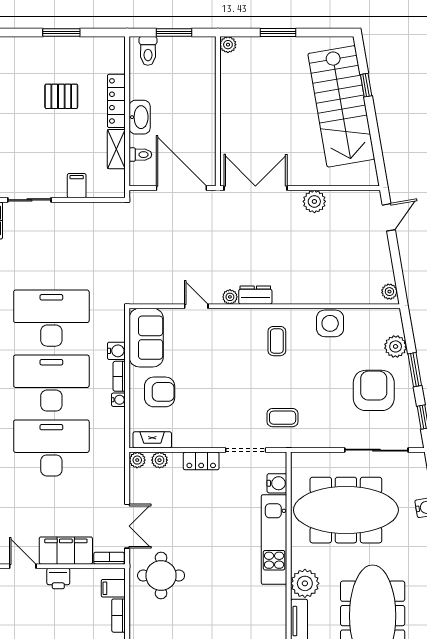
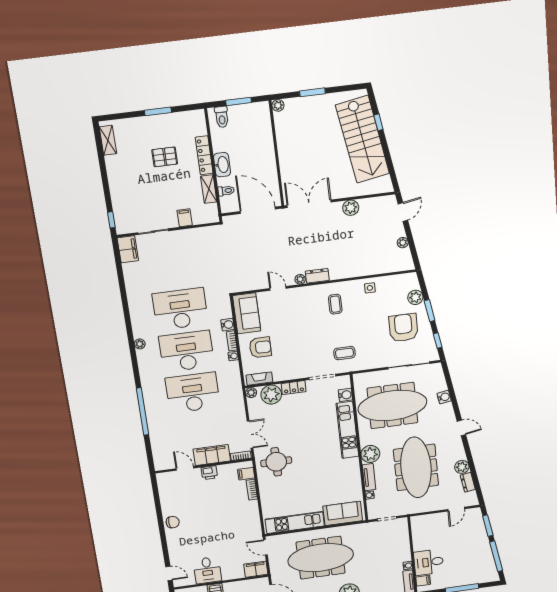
plant: (389, 292) -> (403, 243), moved
side table: (330, 323) -> (370, 288), width x0.54, depth x0.54
plant: (160, 460) -> (271, 395), width x1.87, depth x1.87

